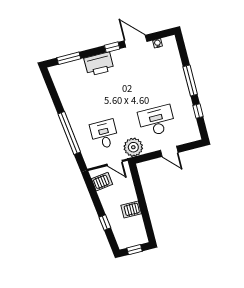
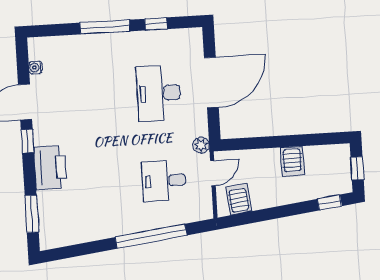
plant: (133, 147) -> (201, 145), width x0.53, depth x0.53
door: (169, 151) -> (211, 82), width x1.87
window: (105, 223) -> (330, 202), moved

